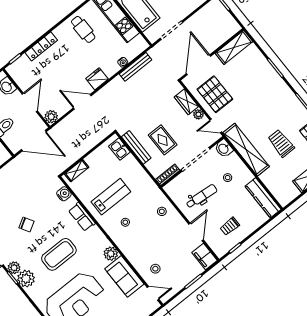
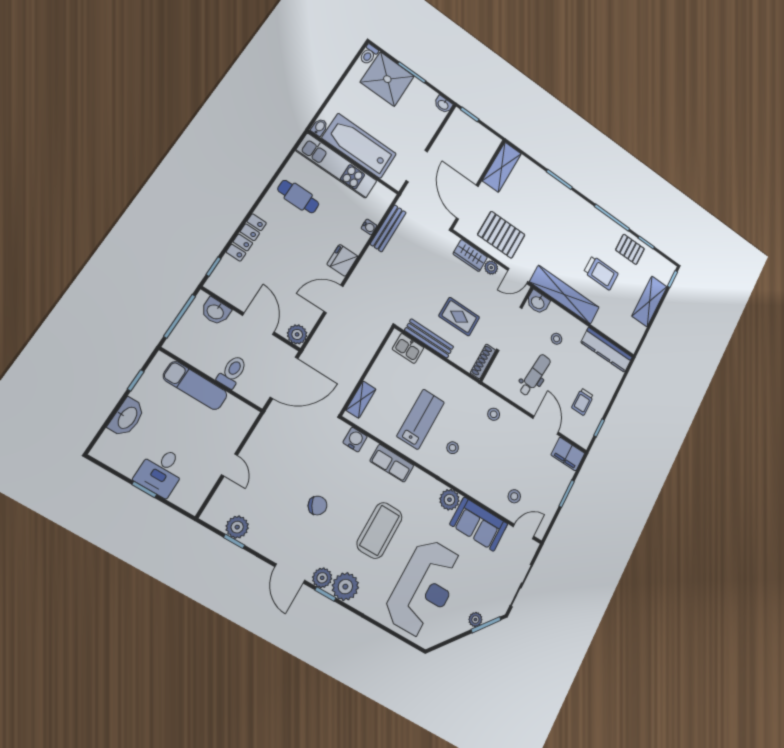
trolley: (281, 143) -> (601, 273), turned 180

